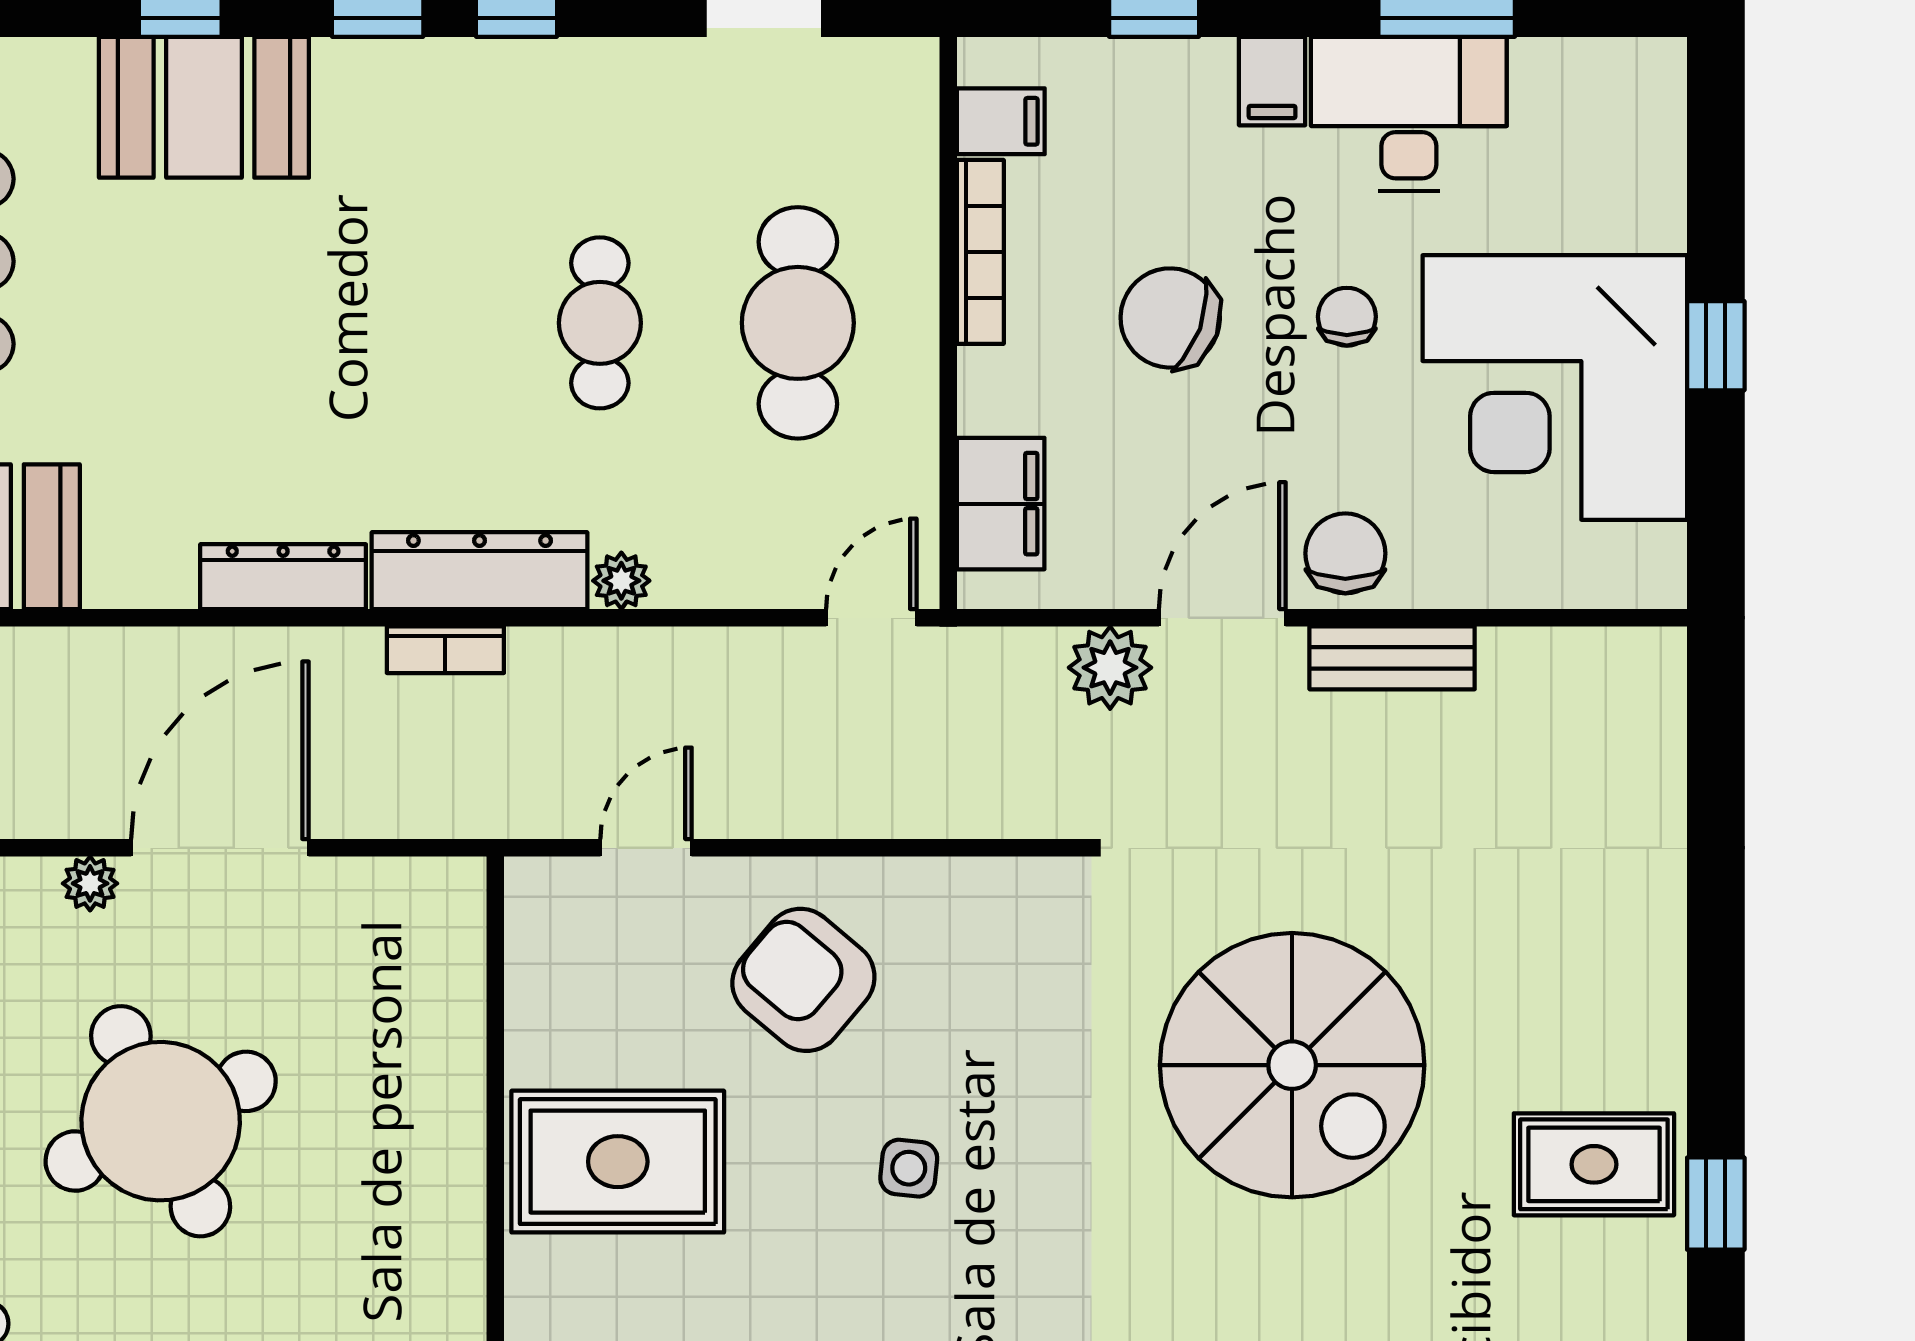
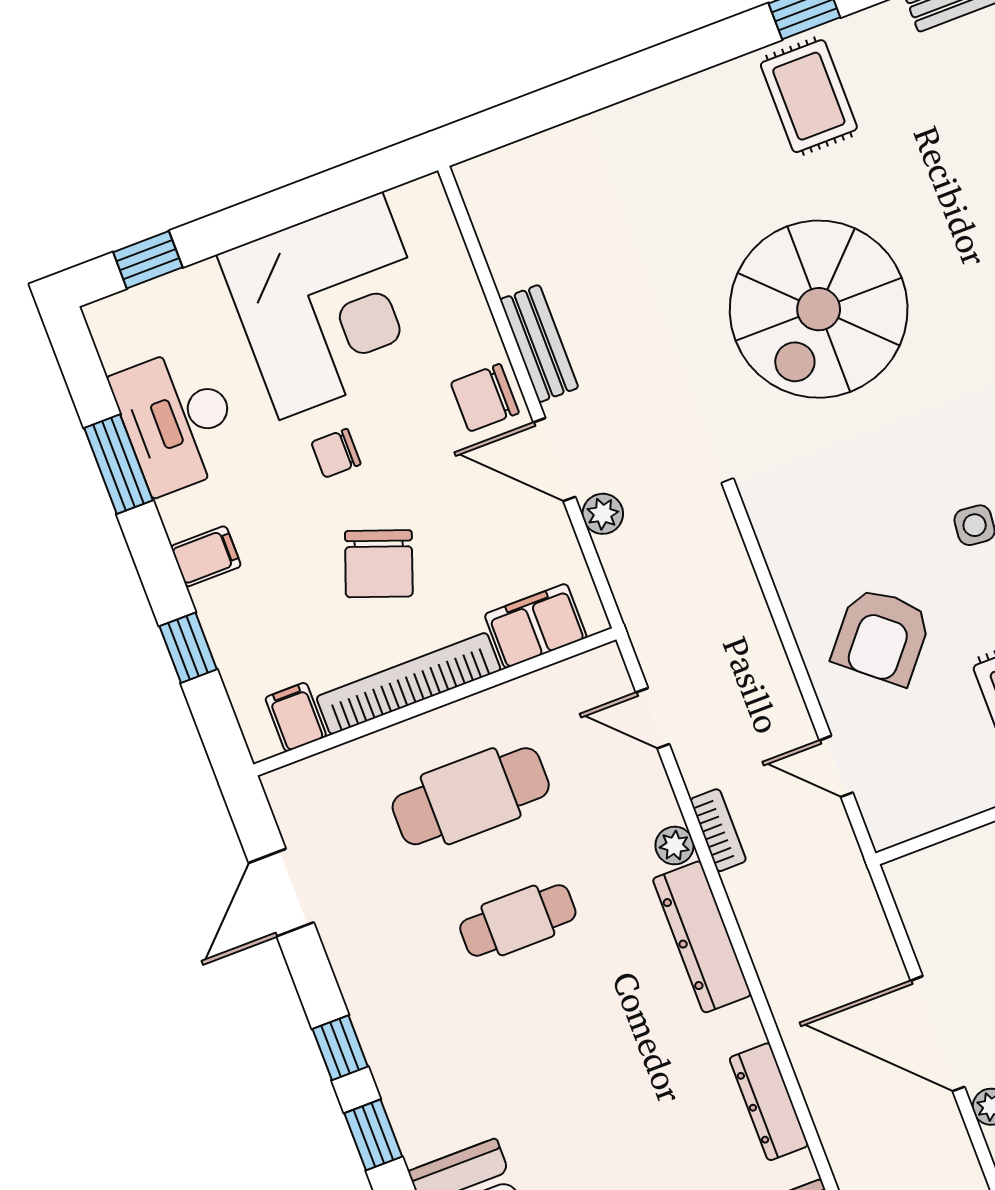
desk: (1409, 114) -> (178, 420), moved
bookcase: (980, 252) -> (409, 684), width x1.48, depth x1.31
window: (1716, 346) -> (148, 260), moved
dresser: (283, 577) -> (769, 1102), moved
door: (871, 618) -> (653, 718), moved
bookcase: (445, 650) -> (718, 830), moved
plant: (1110, 668) -> (603, 514), width x0.73, depth x0.73
spiral stairs: (1292, 1065) -> (819, 309), turned 180

